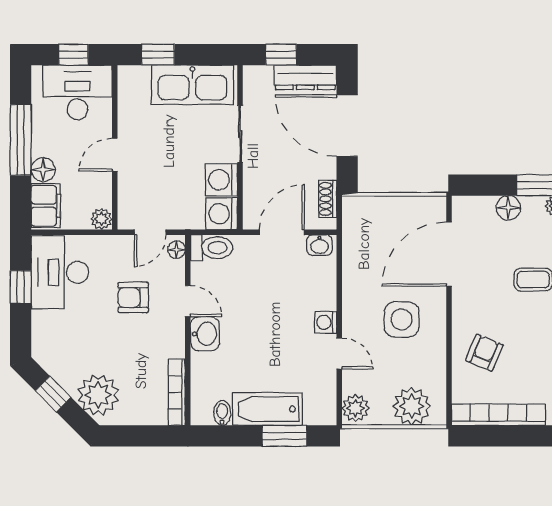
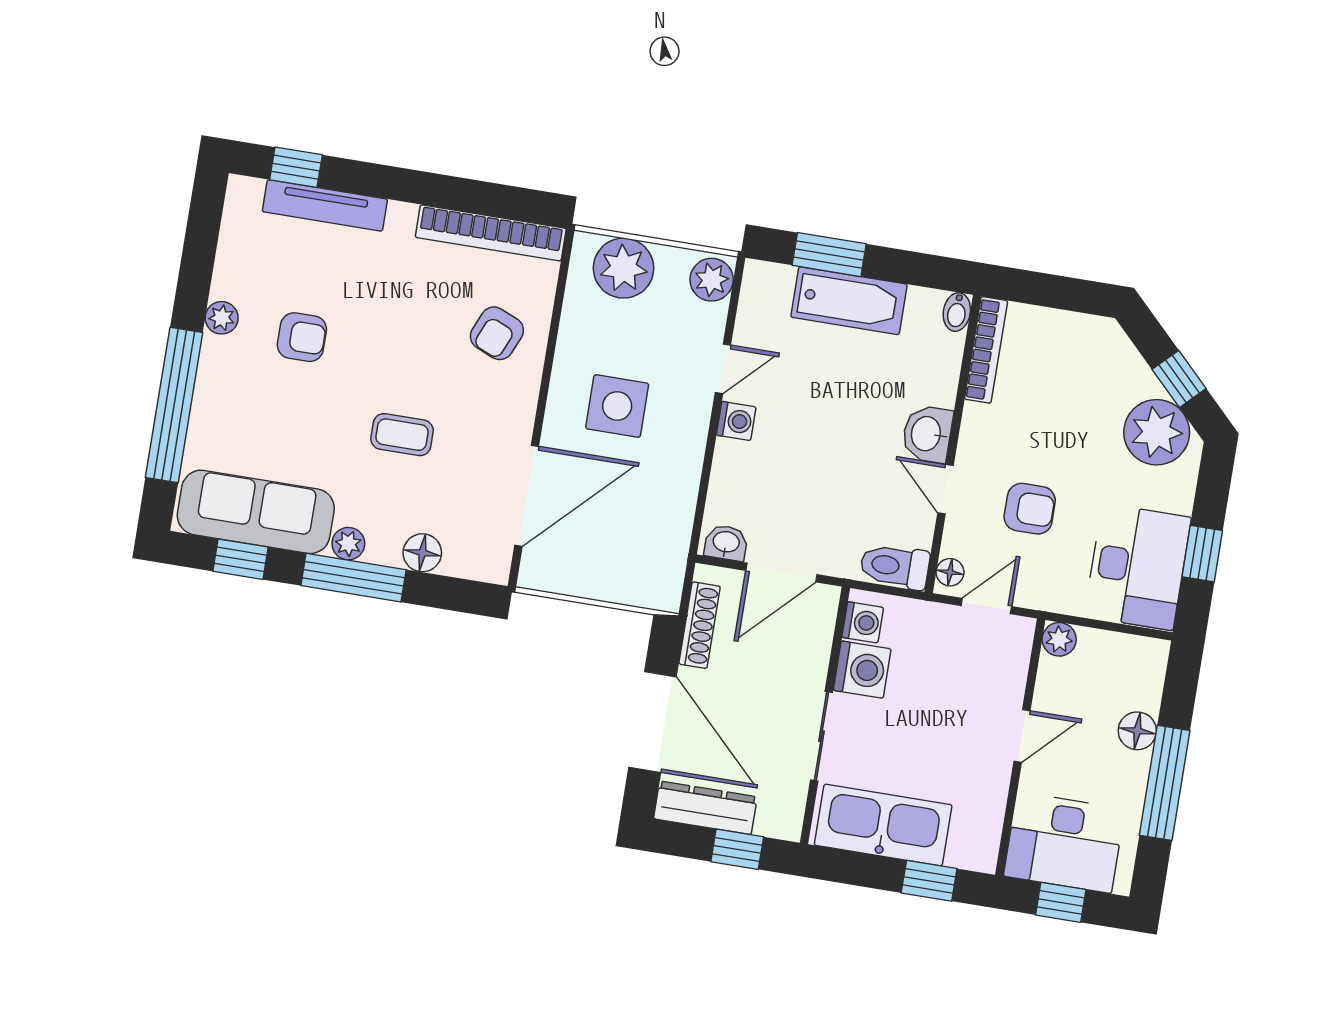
shoe rack: (328, 199) -> (700, 625), width x1.43
filing cabinet: (46, 206) -> (1142, 674), removed
washing machine: (222, 214) -> (863, 622), width x0.73, depth x0.73
door: (339, 354) -> (723, 369), swing flipped
plant: (98, 395) -> (1157, 432), moved
bidet: (222, 413) -> (957, 312), moved

